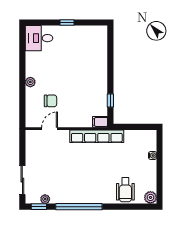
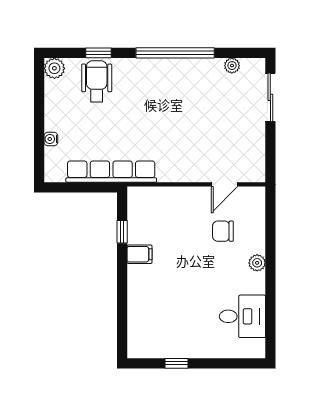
window: (67, 23) -> (176, 363), moved
desk: (39, 38) -> (242, 316), moved
filing cabinet: (100, 122) -> (140, 254), moved
row of seats: (97, 136) -> (111, 172), moved
window: (39, 207) -> (98, 53), moved

